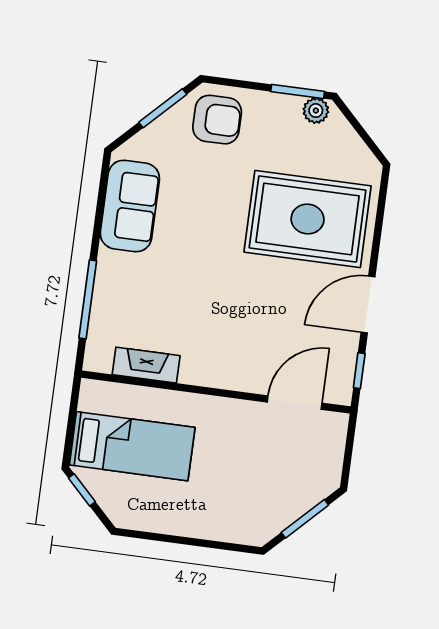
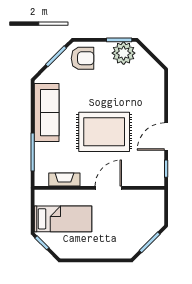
plant: (316, 111) -> (124, 53), width x1.88, depth x1.88
sofa: (130, 206) -> (47, 113), width x1.36
rug: (308, 219) -> (104, 132), moved
door: (295, 403) -> (108, 188), moved

